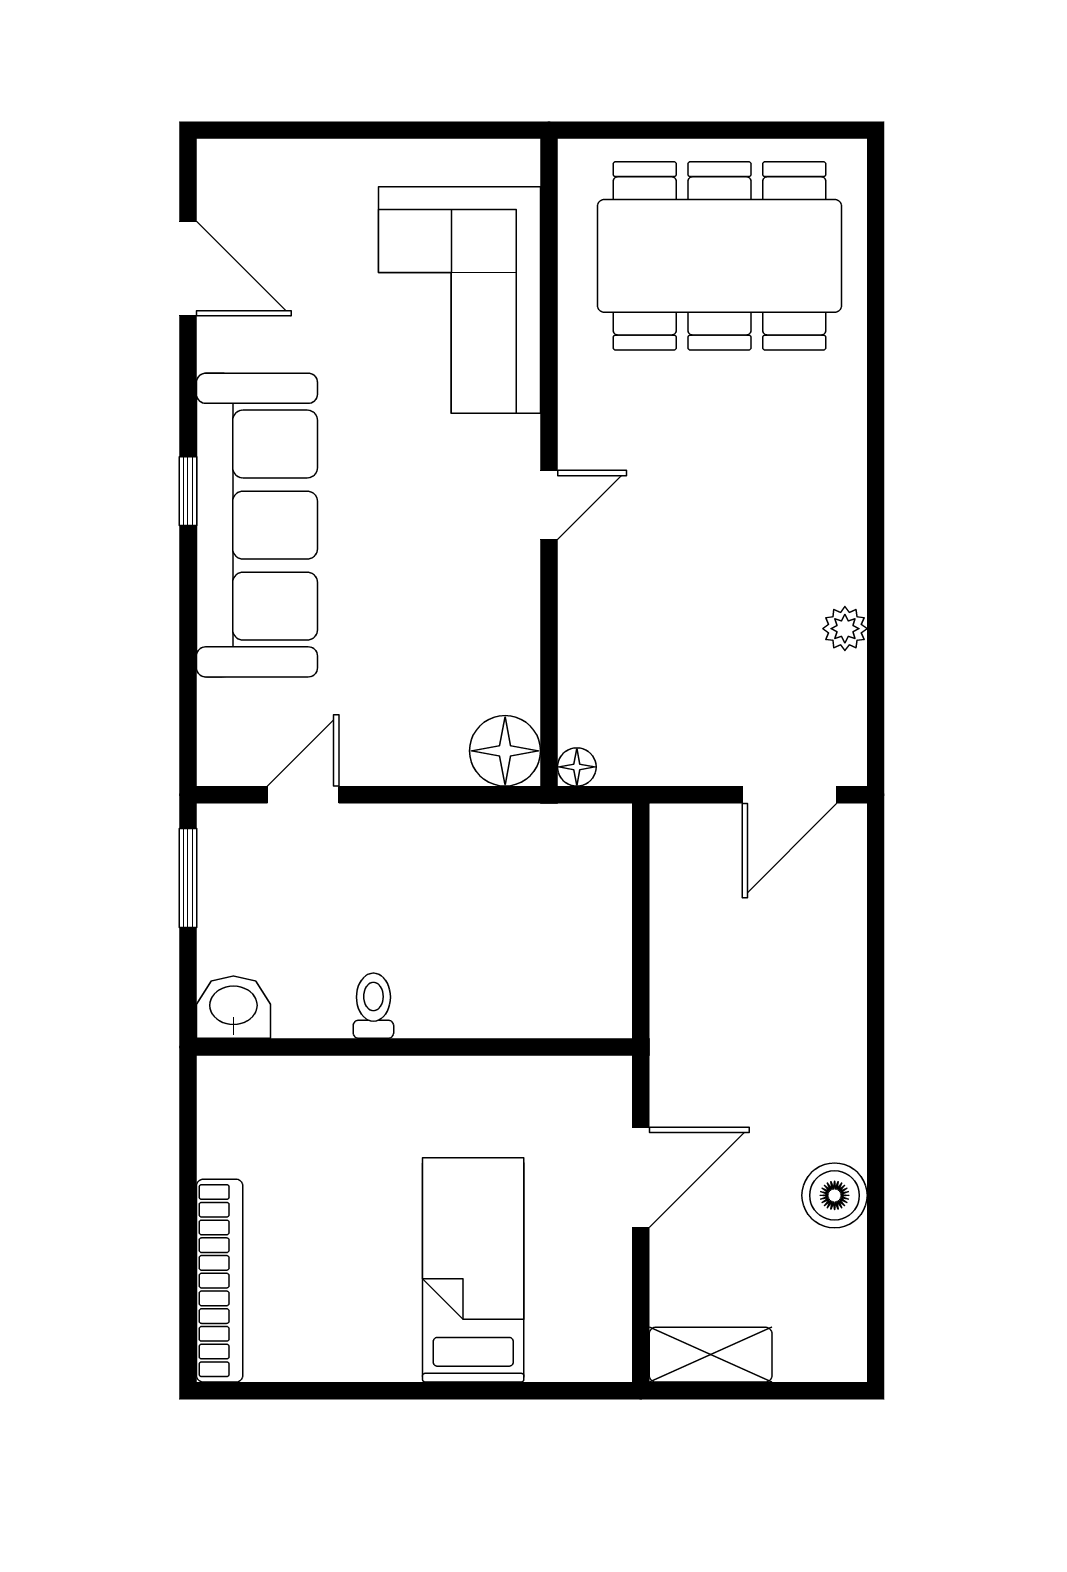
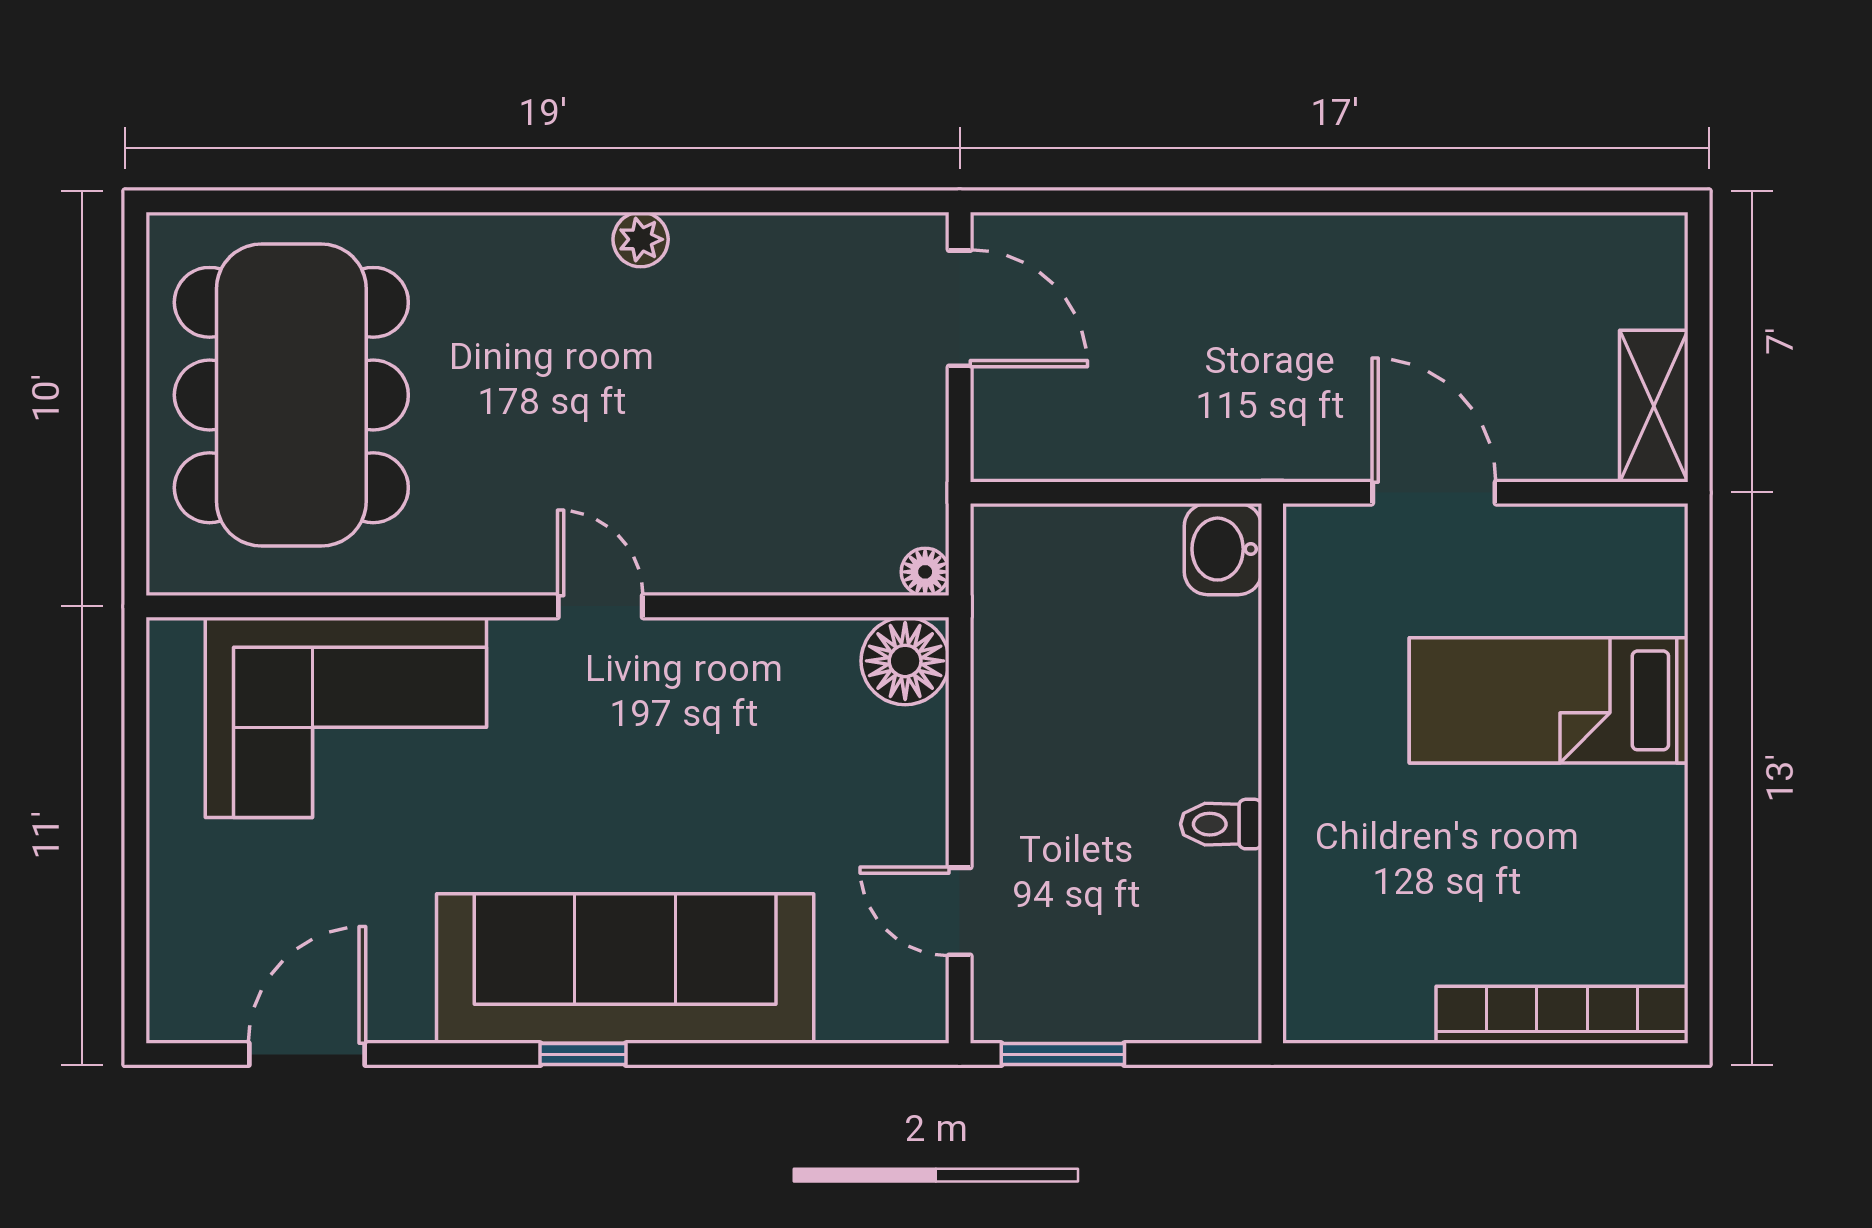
plant: (845, 629) -> (641, 239), moved
washbasin: (233, 1007) -> (1223, 549), moved
boiler: (835, 1195) -> (1456, 252), removed

